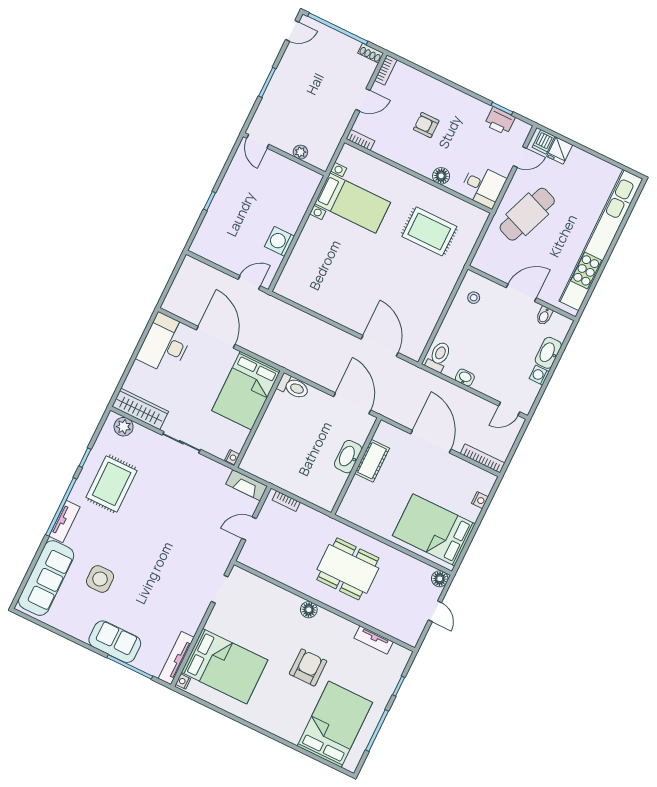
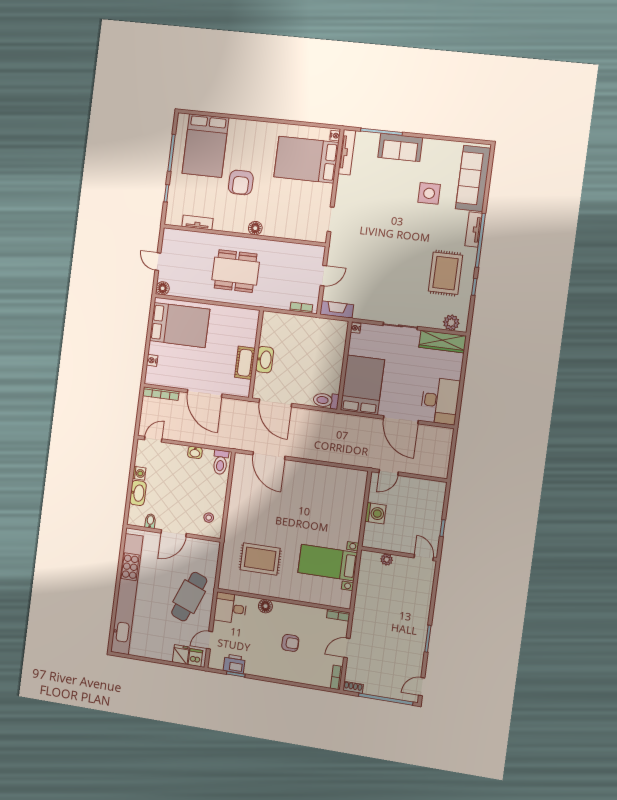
door: (258, 141) -> (424, 557), moved
plant: (300, 152) -> (387, 560), moved
wall: (284, 154) -> (399, 554), moved

